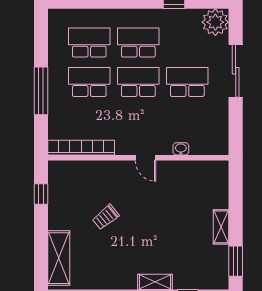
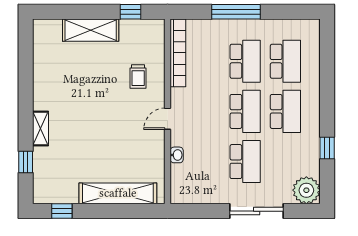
trolley: (106, 217) -> (138, 76), moved, turned -141
shelving: (221, 227) -> (118, 193), width x2.20, depth x1.33
shelving: (59, 258) -> (91, 30), moved
window: (236, 261) -> (62, 211), width x0.67

